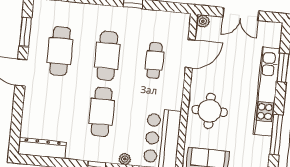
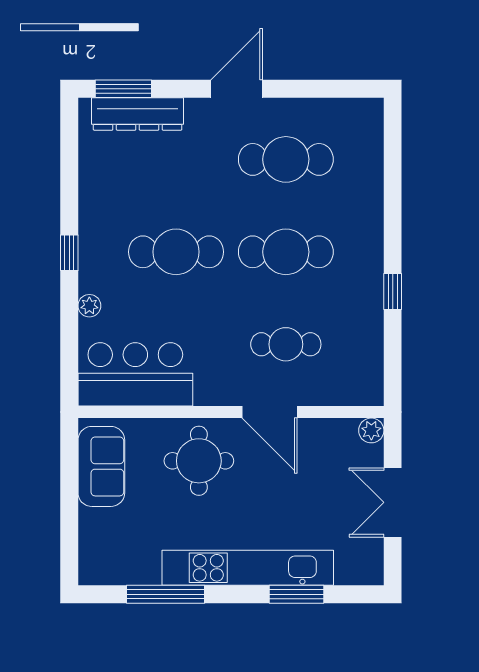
window: (25, 32) -> (123, 89), moved
door: (190, 54) -> (269, 412), moved
dresser: (42, 148) -> (138, 114), moved, turned 90

